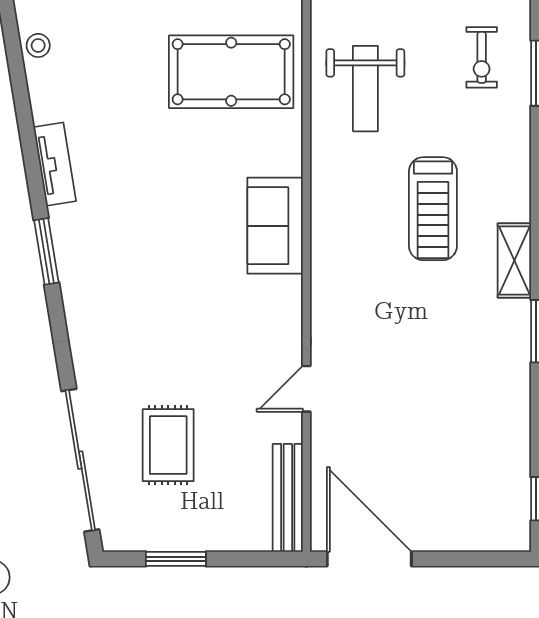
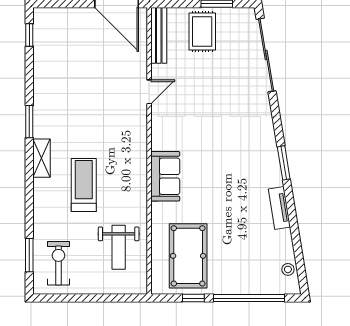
exercise bike: (482, 57) -> (59, 263), width x1.38, depth x1.39
pool table: (231, 72) -> (188, 256), turned 90
weight bench: (365, 89) -> (119, 247), turned 180
rug: (168, 445) -> (202, 31), moved

